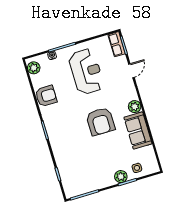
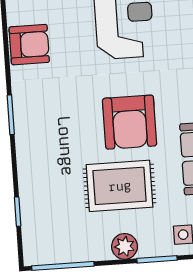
rug: (102, 152) -> (120, 186), added
plant: (121, 177) -> (125, 246), moved

